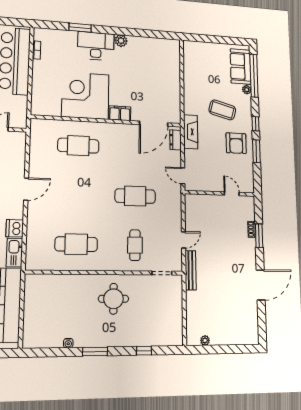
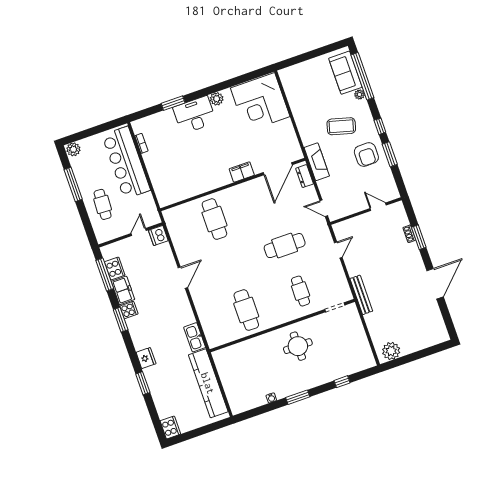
corner desk: (85, 96) -> (260, 102), moved, turned -90
cafe table: (78, 146) -> (214, 219), turned 90
dishwasher: (15, 228) -> (158, 235), moved
door: (183, 240) -> (338, 250), moved
cafe table: (76, 244) -> (246, 310), turned 90
plant: (205, 340) -> (391, 351), width x1.88, depth x1.88

